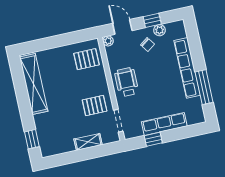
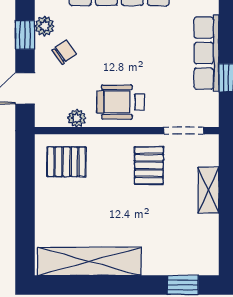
plant: (108, 41) -> (77, 118), moved
pallet: (86, 59) -> (66, 162), turned 90

